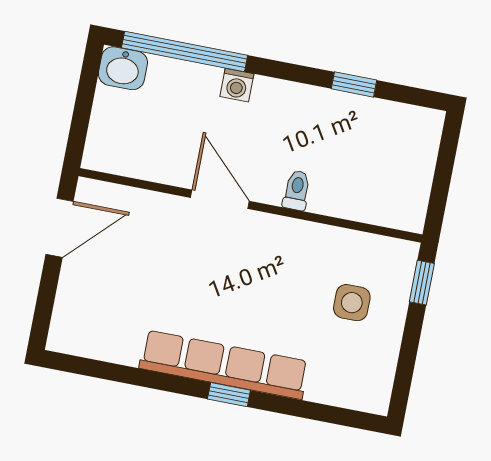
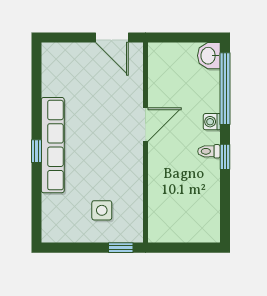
window: (354, 84) -> (225, 157), moved
toilet: (297, 190) -> (209, 151), moved, turned 180

